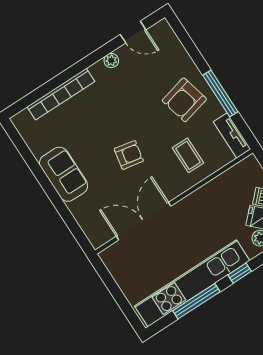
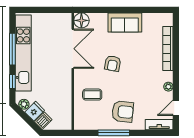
armchair: (184, 100) -> (123, 112), turned 110
tv unit: (232, 135) -> (159, 125), moved
floor lamp: (98, 234) -> (81, 20), added

